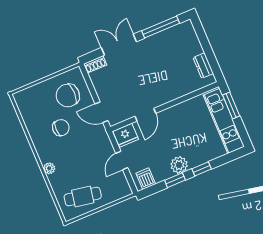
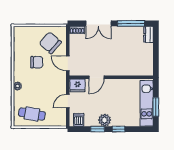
double door: (119, 45) -> (98, 23), swing flipped
dresser: (203, 66) -> (148, 34), moved
chair: (68, 95) -> (50, 43), turned 41
window: (231, 105) -> (156, 107), moved

